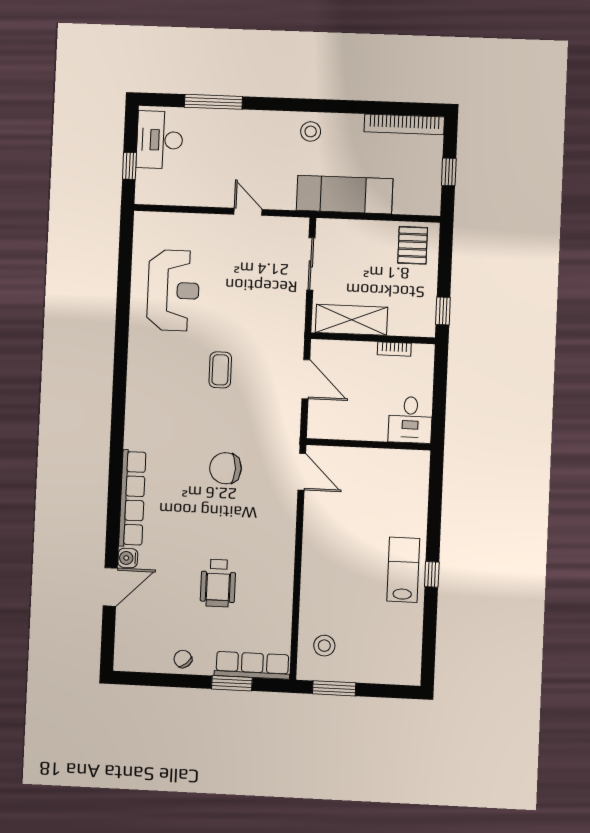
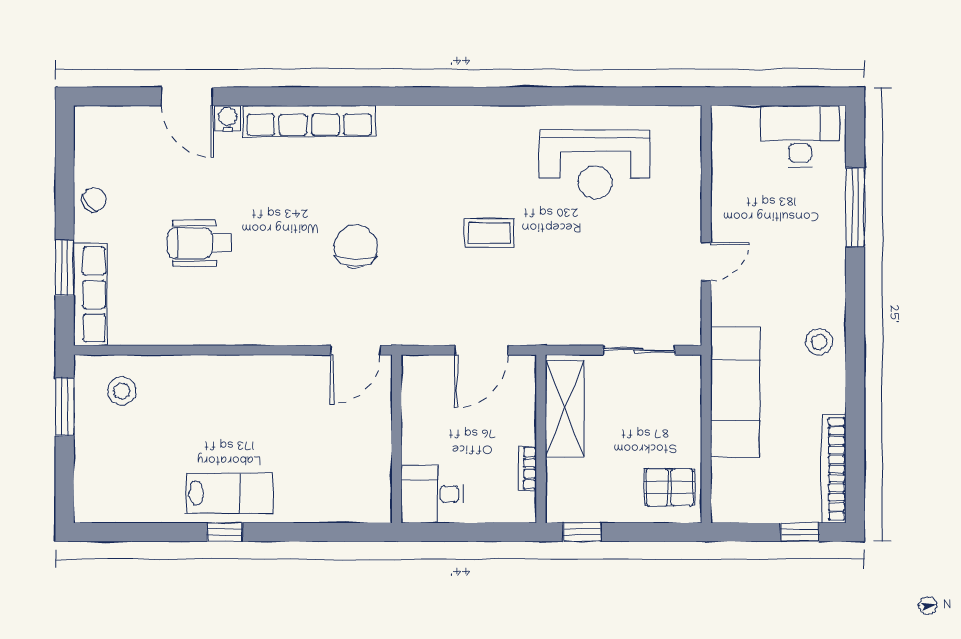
window: (129, 166) -> (763, 96), removed
window: (449, 172) -> (800, 532), moved

